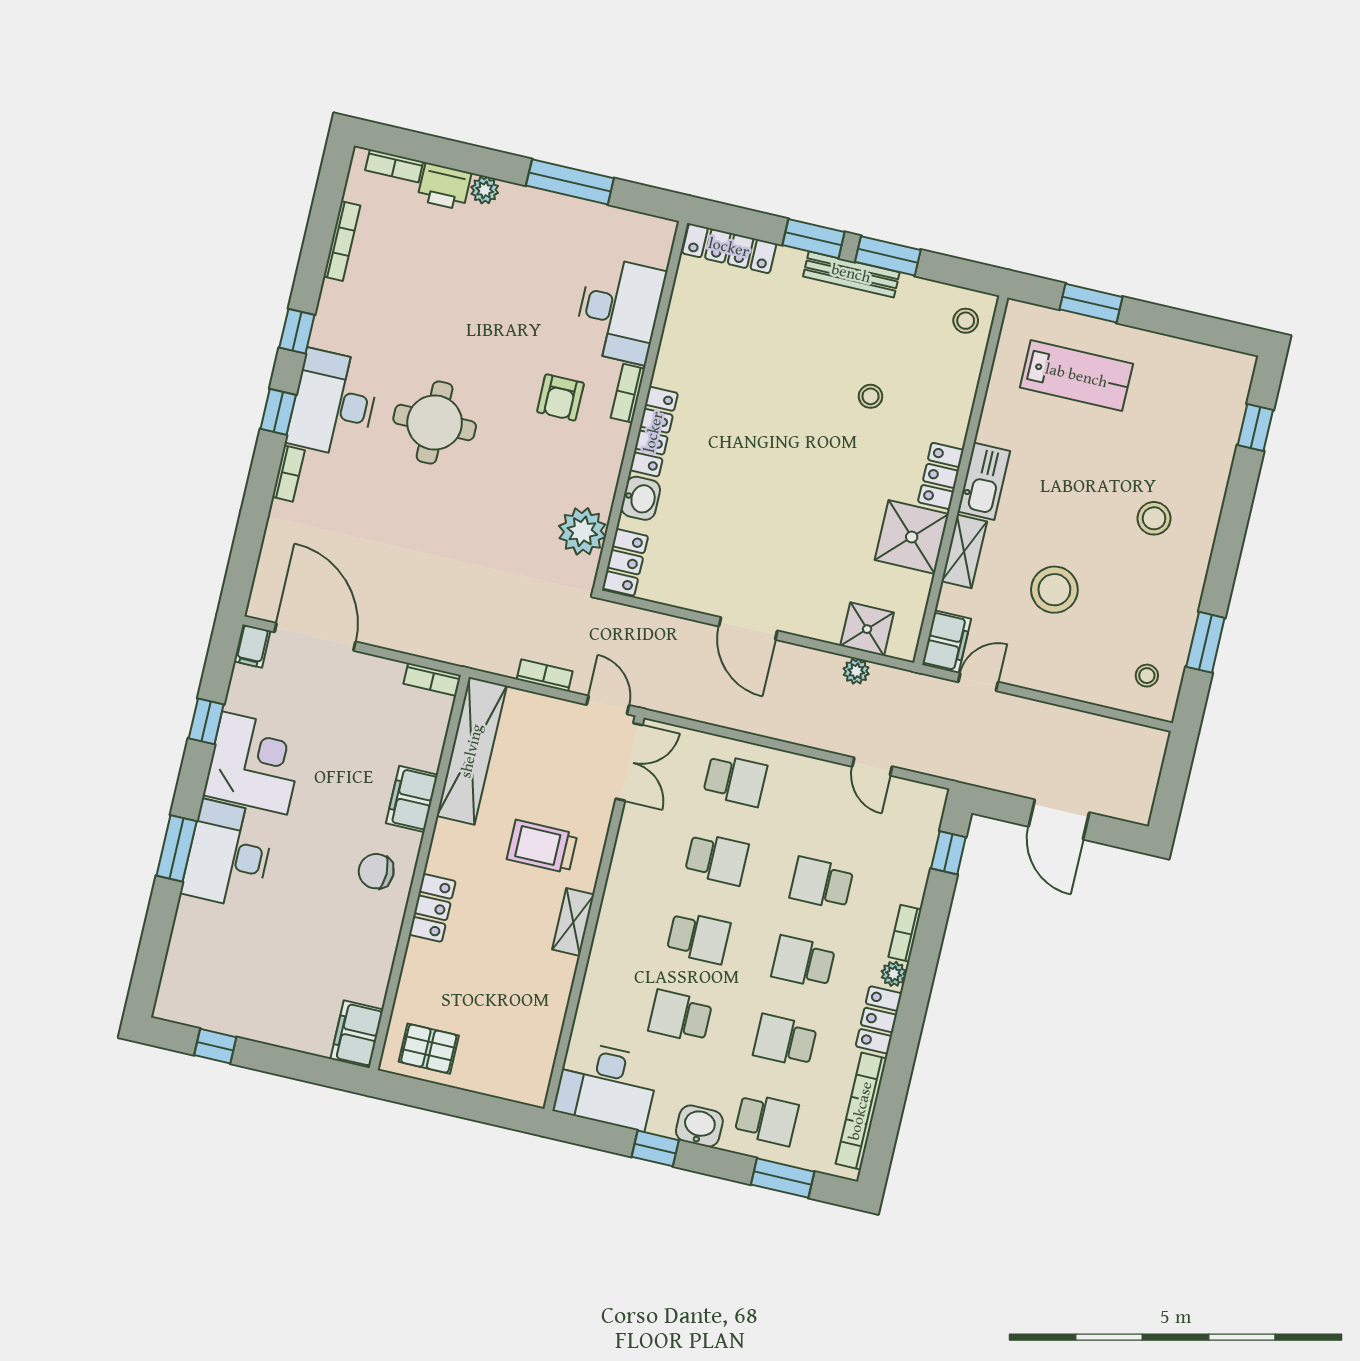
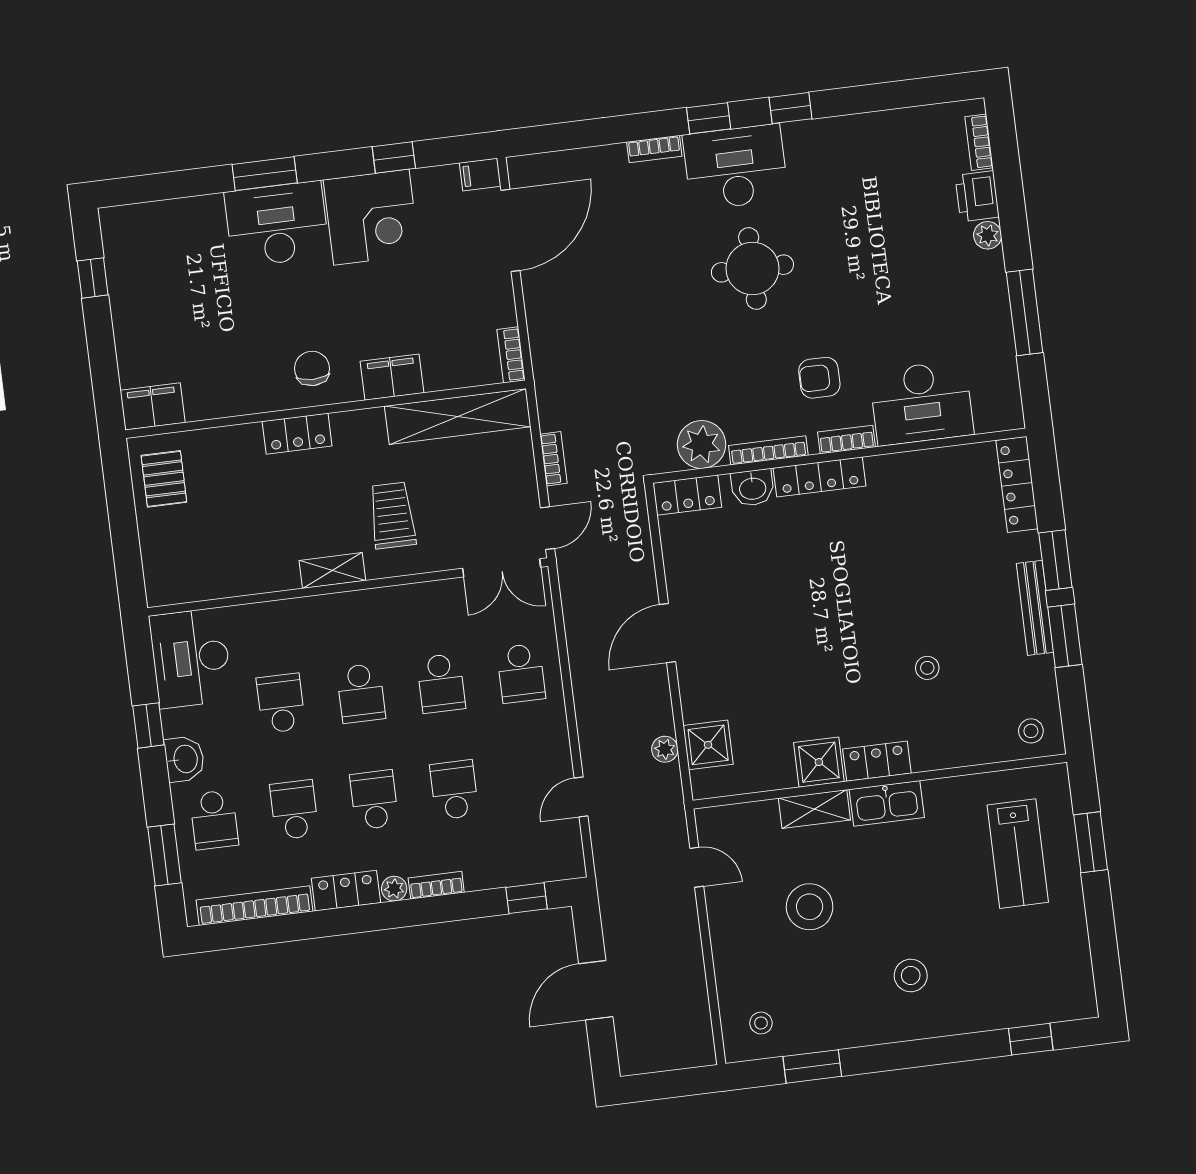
bookcase: (342, 241) -> (768, 450), moved, turned 180
shower: (912, 537) -> (819, 762), width x0.73, depth x0.73
filing cabinet: (946, 642) -> (724, 824), removed

